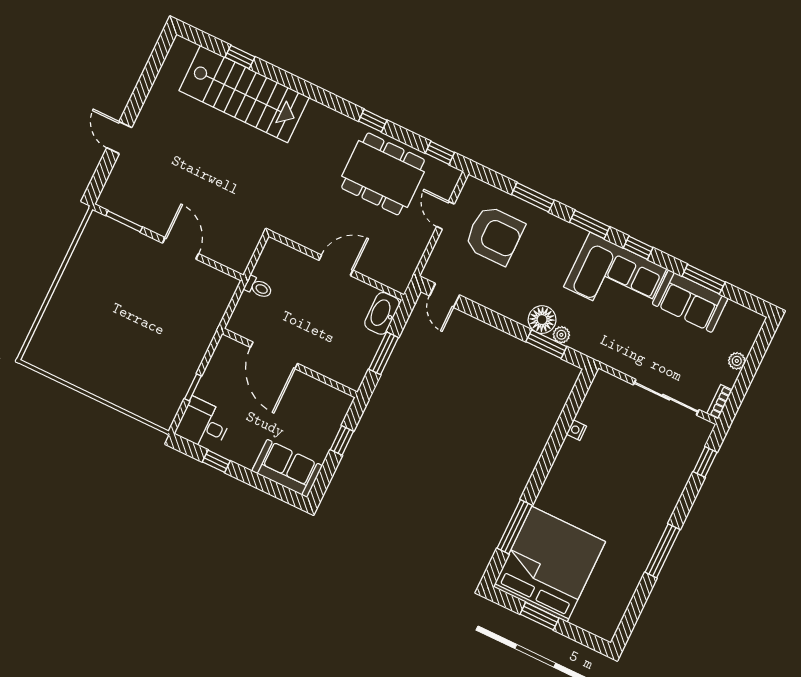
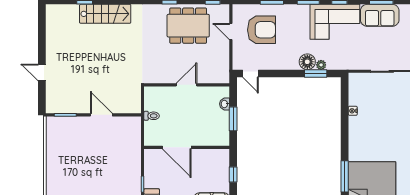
stairs: (244, 94) -> (105, 14), width x0.73, depth x0.66
washbasin: (382, 313) -> (225, 104), width x0.52, depth x0.69

